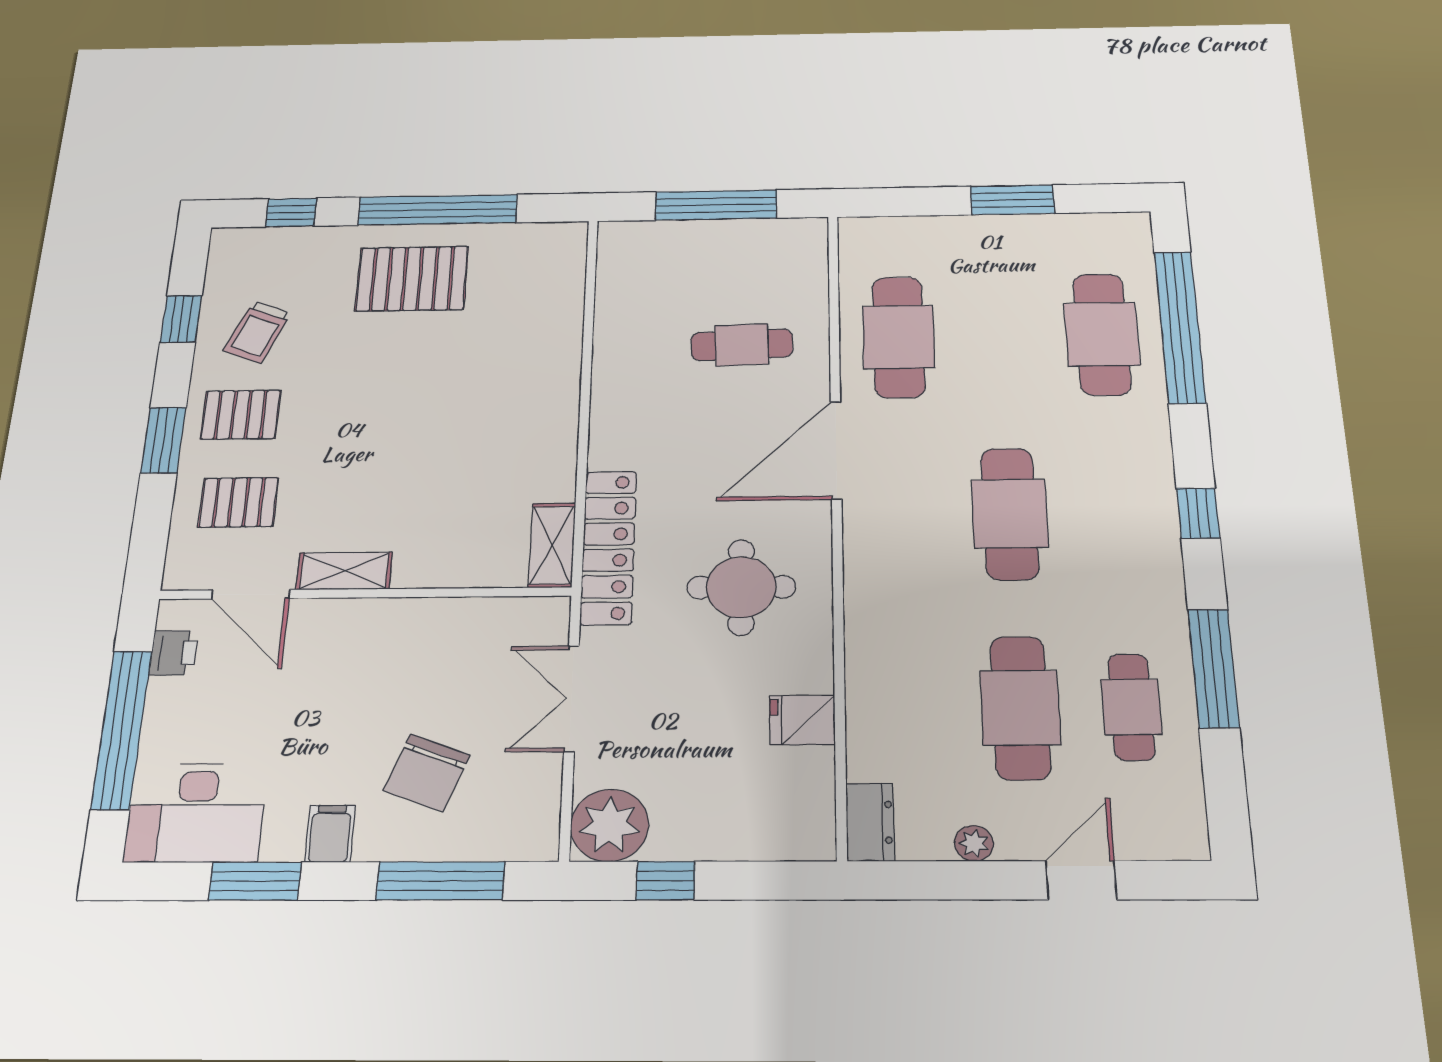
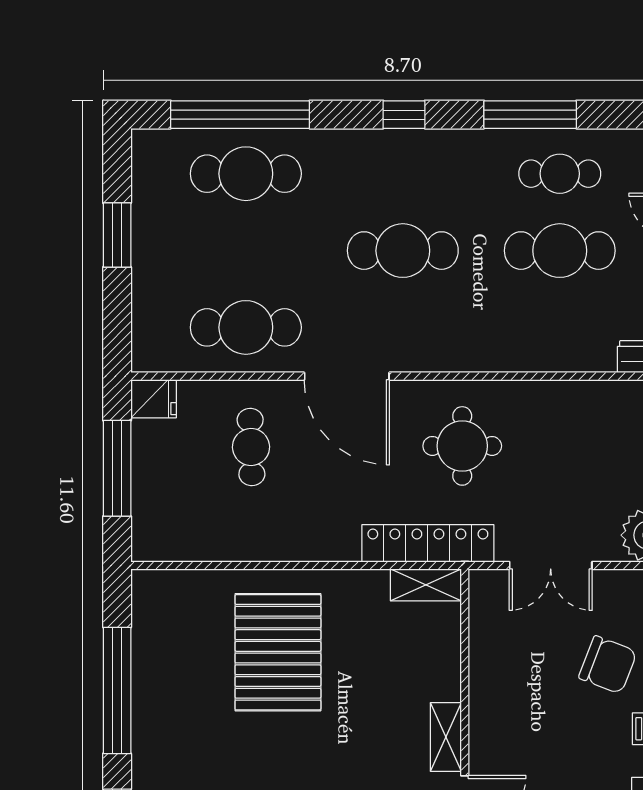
pallet: (412, 279) -> (278, 652), moved, width x1.37, depth x1.41
fridge: (802, 720) -> (154, 399), moved, turned -90

